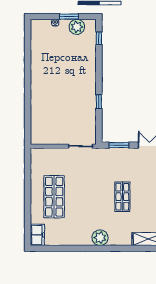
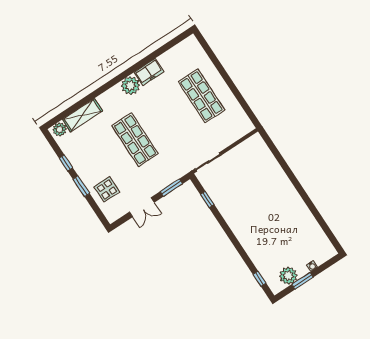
window: (99, 102) -> (207, 199), moved
shop shelf: (122, 197) -> (135, 140), width x1.43, depth x1.36
freezer: (37, 235) -> (149, 72), moved, turned -90

